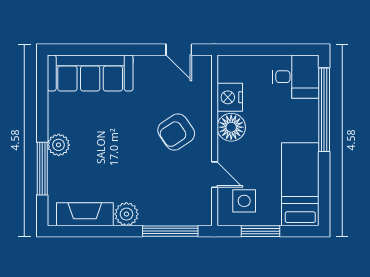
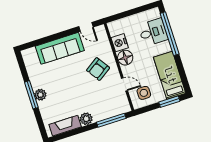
sofa: (90, 73) -> (60, 48), moved
desk: (296, 77) -> (153, 32), moved
window: (42, 169) -> (31, 95), moved
window: (261, 231) -> (169, 102), moved

